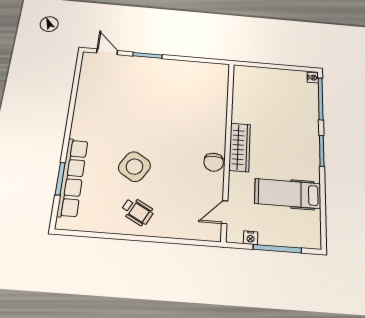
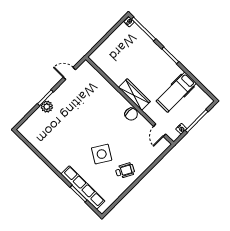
door: (107, 52) -> (69, 73), moved
plant: (139, 64) -> (47, 107), added

